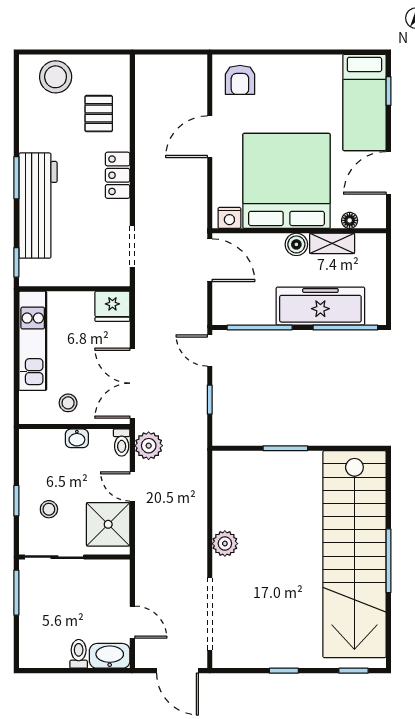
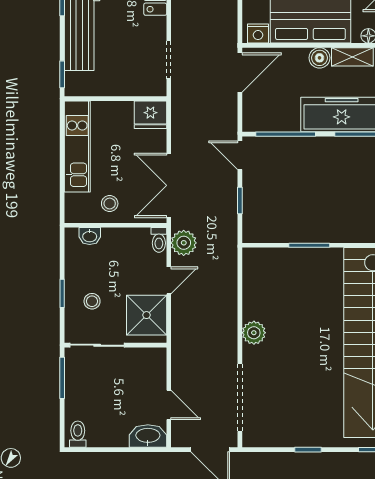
door: (210, 260) -> (240, 72), hinge flipped
washbasin: (77, 438) -> (90, 236), moved
door: (132, 486) -> (169, 280), swing flipped
toilet: (79, 654) -> (78, 434), moved

